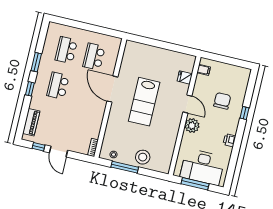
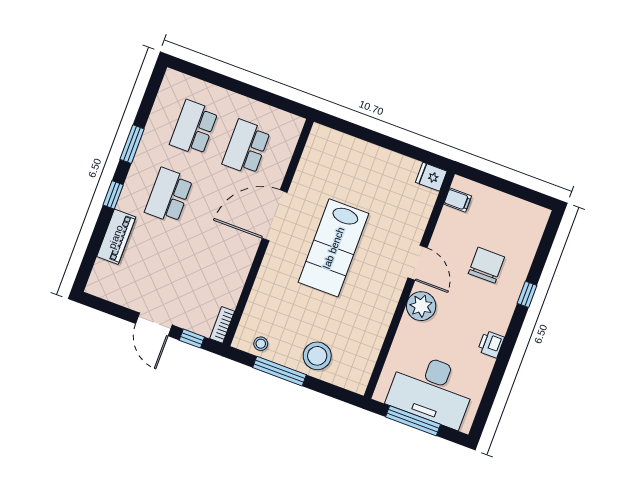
fridge: (185, 77) -> (431, 177), moved
door: (112, 89) -> (275, 215), hinge flipped
piano: (31, 122) -> (116, 237), moved
window: (38, 147) -> (192, 339), moved

